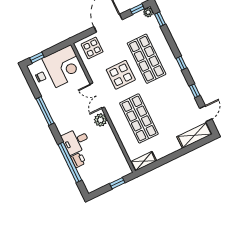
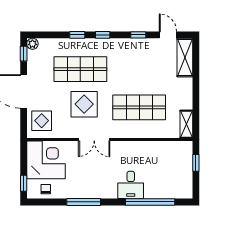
window: (160, 19) -> (77, 35), moved
plant: (100, 120) -> (121, 148), removed
printer: (78, 160) -> (152, 192), removed

